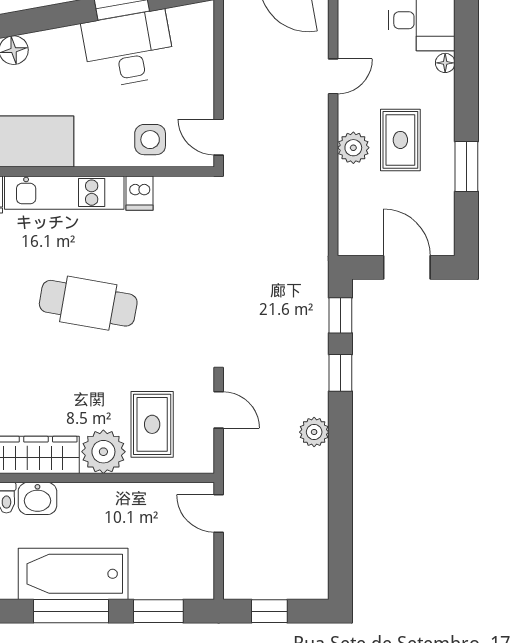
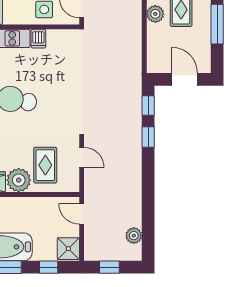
window: (466, 166) -> (217, 24), width x1.44
plant: (314, 432) -> (134, 236), moved
shower: (194, 577) -> (68, 249), added
window: (158, 611) -> (49, 267), width x0.67

